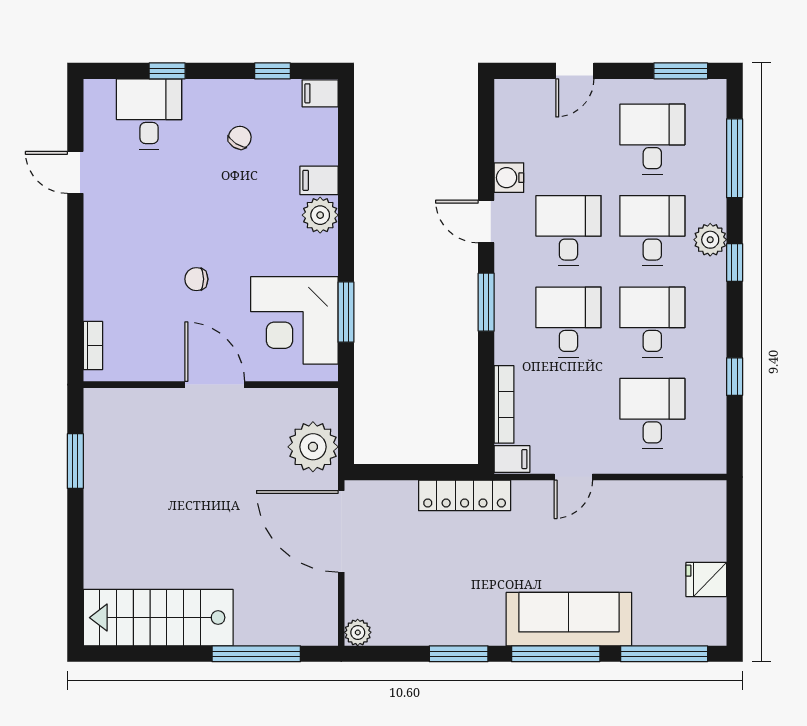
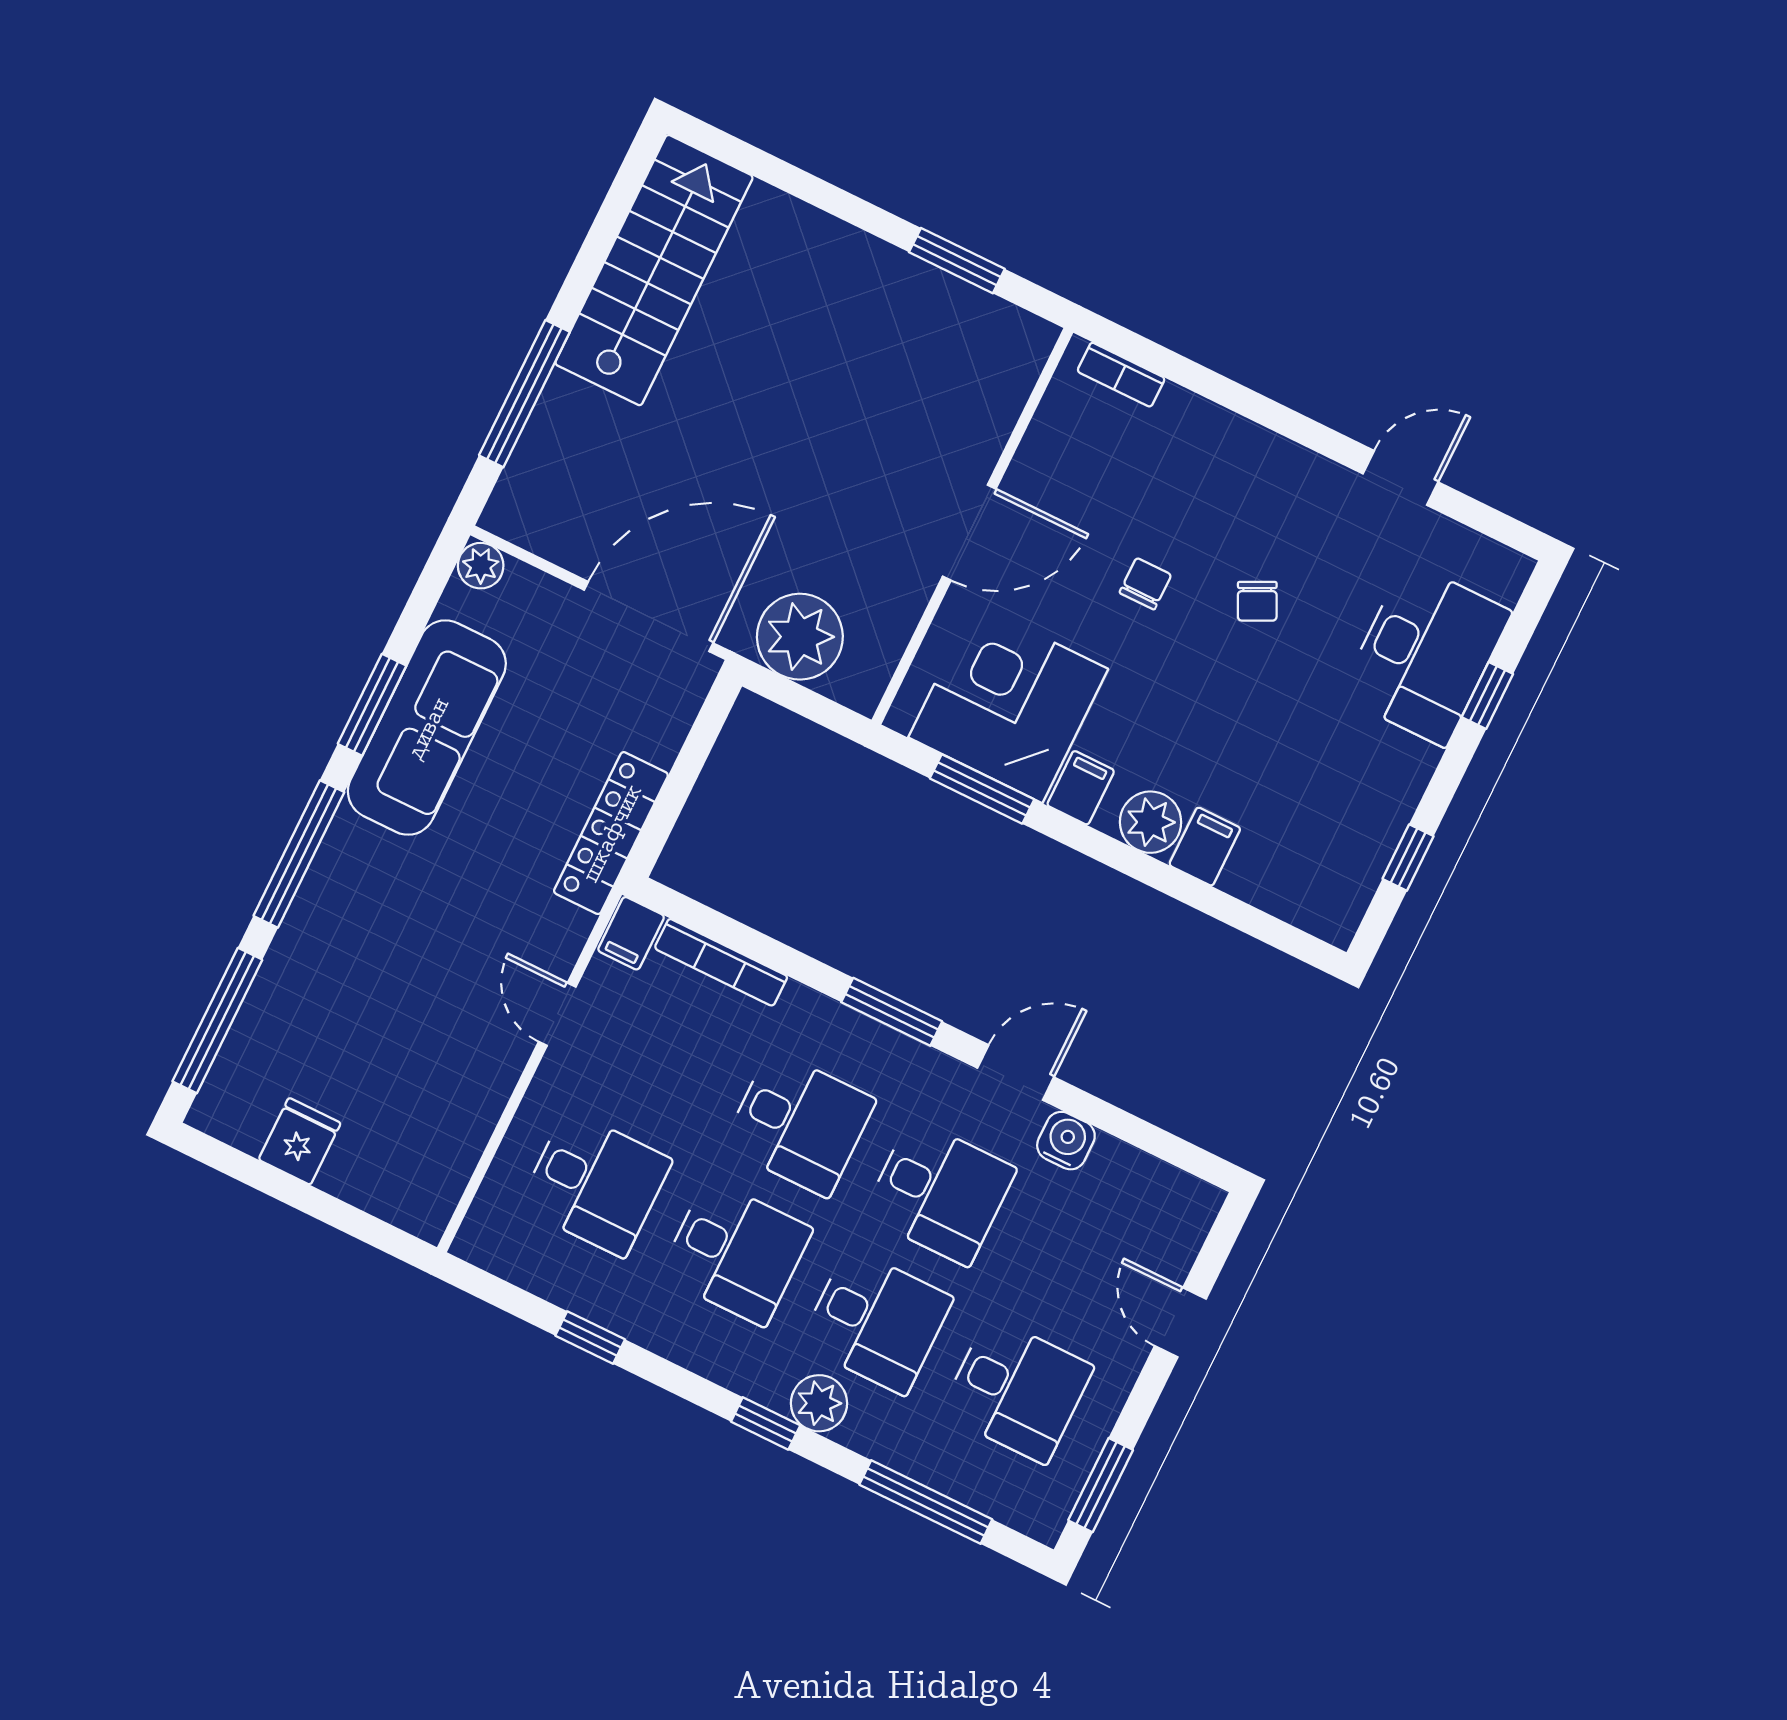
filing cabinet: (320, 93) -> (1081, 788), moved
desk: (149, 114) -> (1426, 654), width x1.37
chair: (240, 138) -> (1257, 601), moved, turned 31
sofa: (569, 619) -> (427, 728), moved

